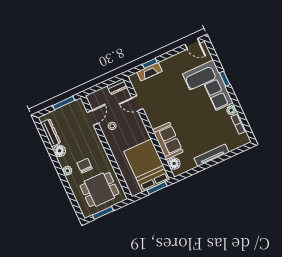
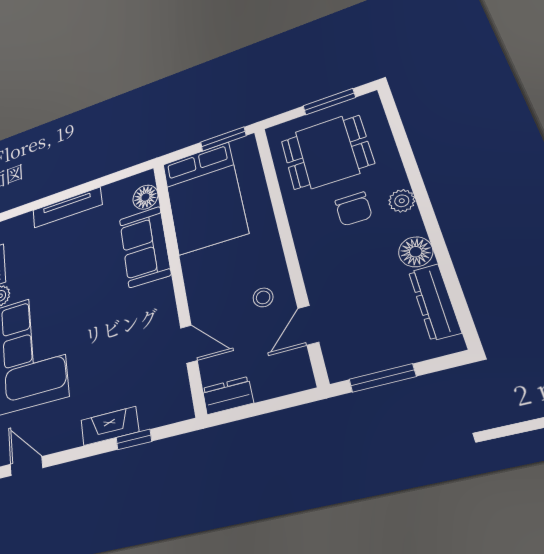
fireplace: (150, 72) -> (110, 426), moved
window: (157, 188) -> (223, 139), moved

